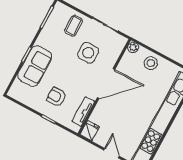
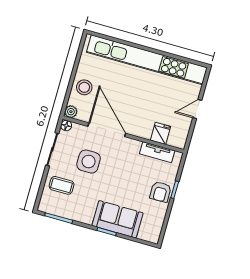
floor lamp: (122, 41) -> (66, 126), added
door: (106, 84) -> (107, 130), moved
armchair: (56, 97) -> (161, 192), moved
fridge: (90, 131) -> (160, 133), moved, turned 90

